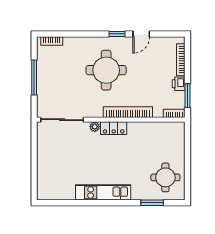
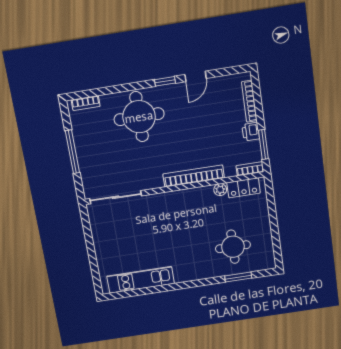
round table: (106, 70) -> (139, 117), moved
plant: (95, 127) -> (220, 190), moved
locker: (114, 128) -> (243, 188), moved
round table: (165, 177) -> (233, 247), moved
kitchen unit: (103, 192) -> (141, 280), moved

